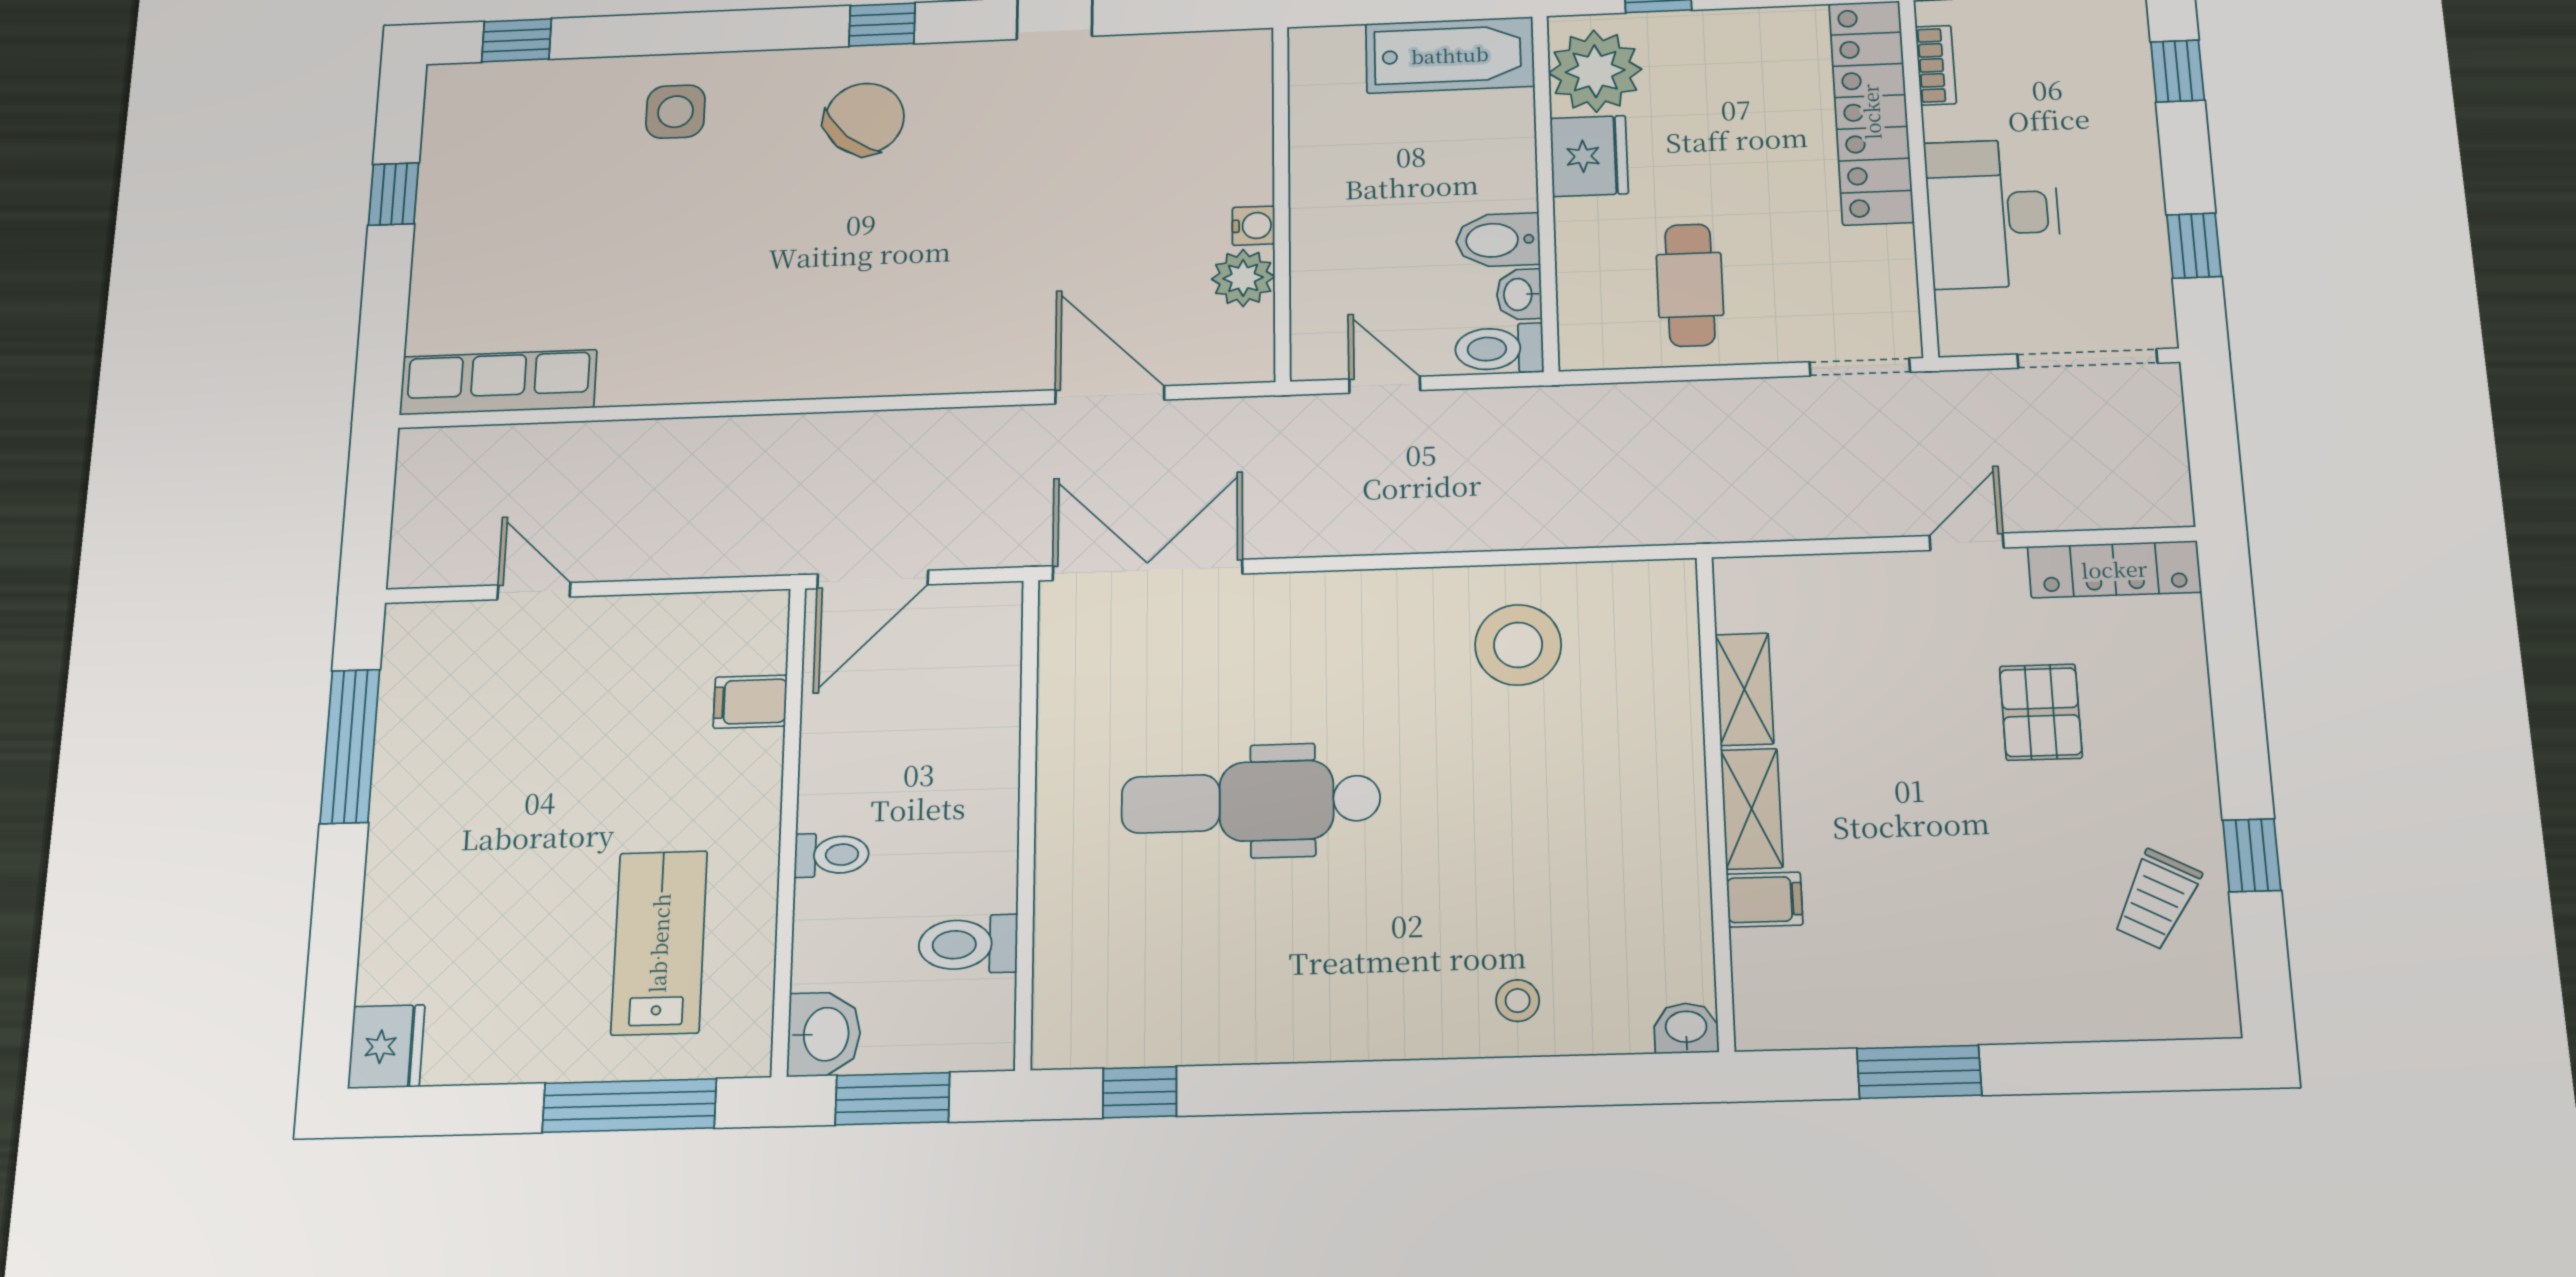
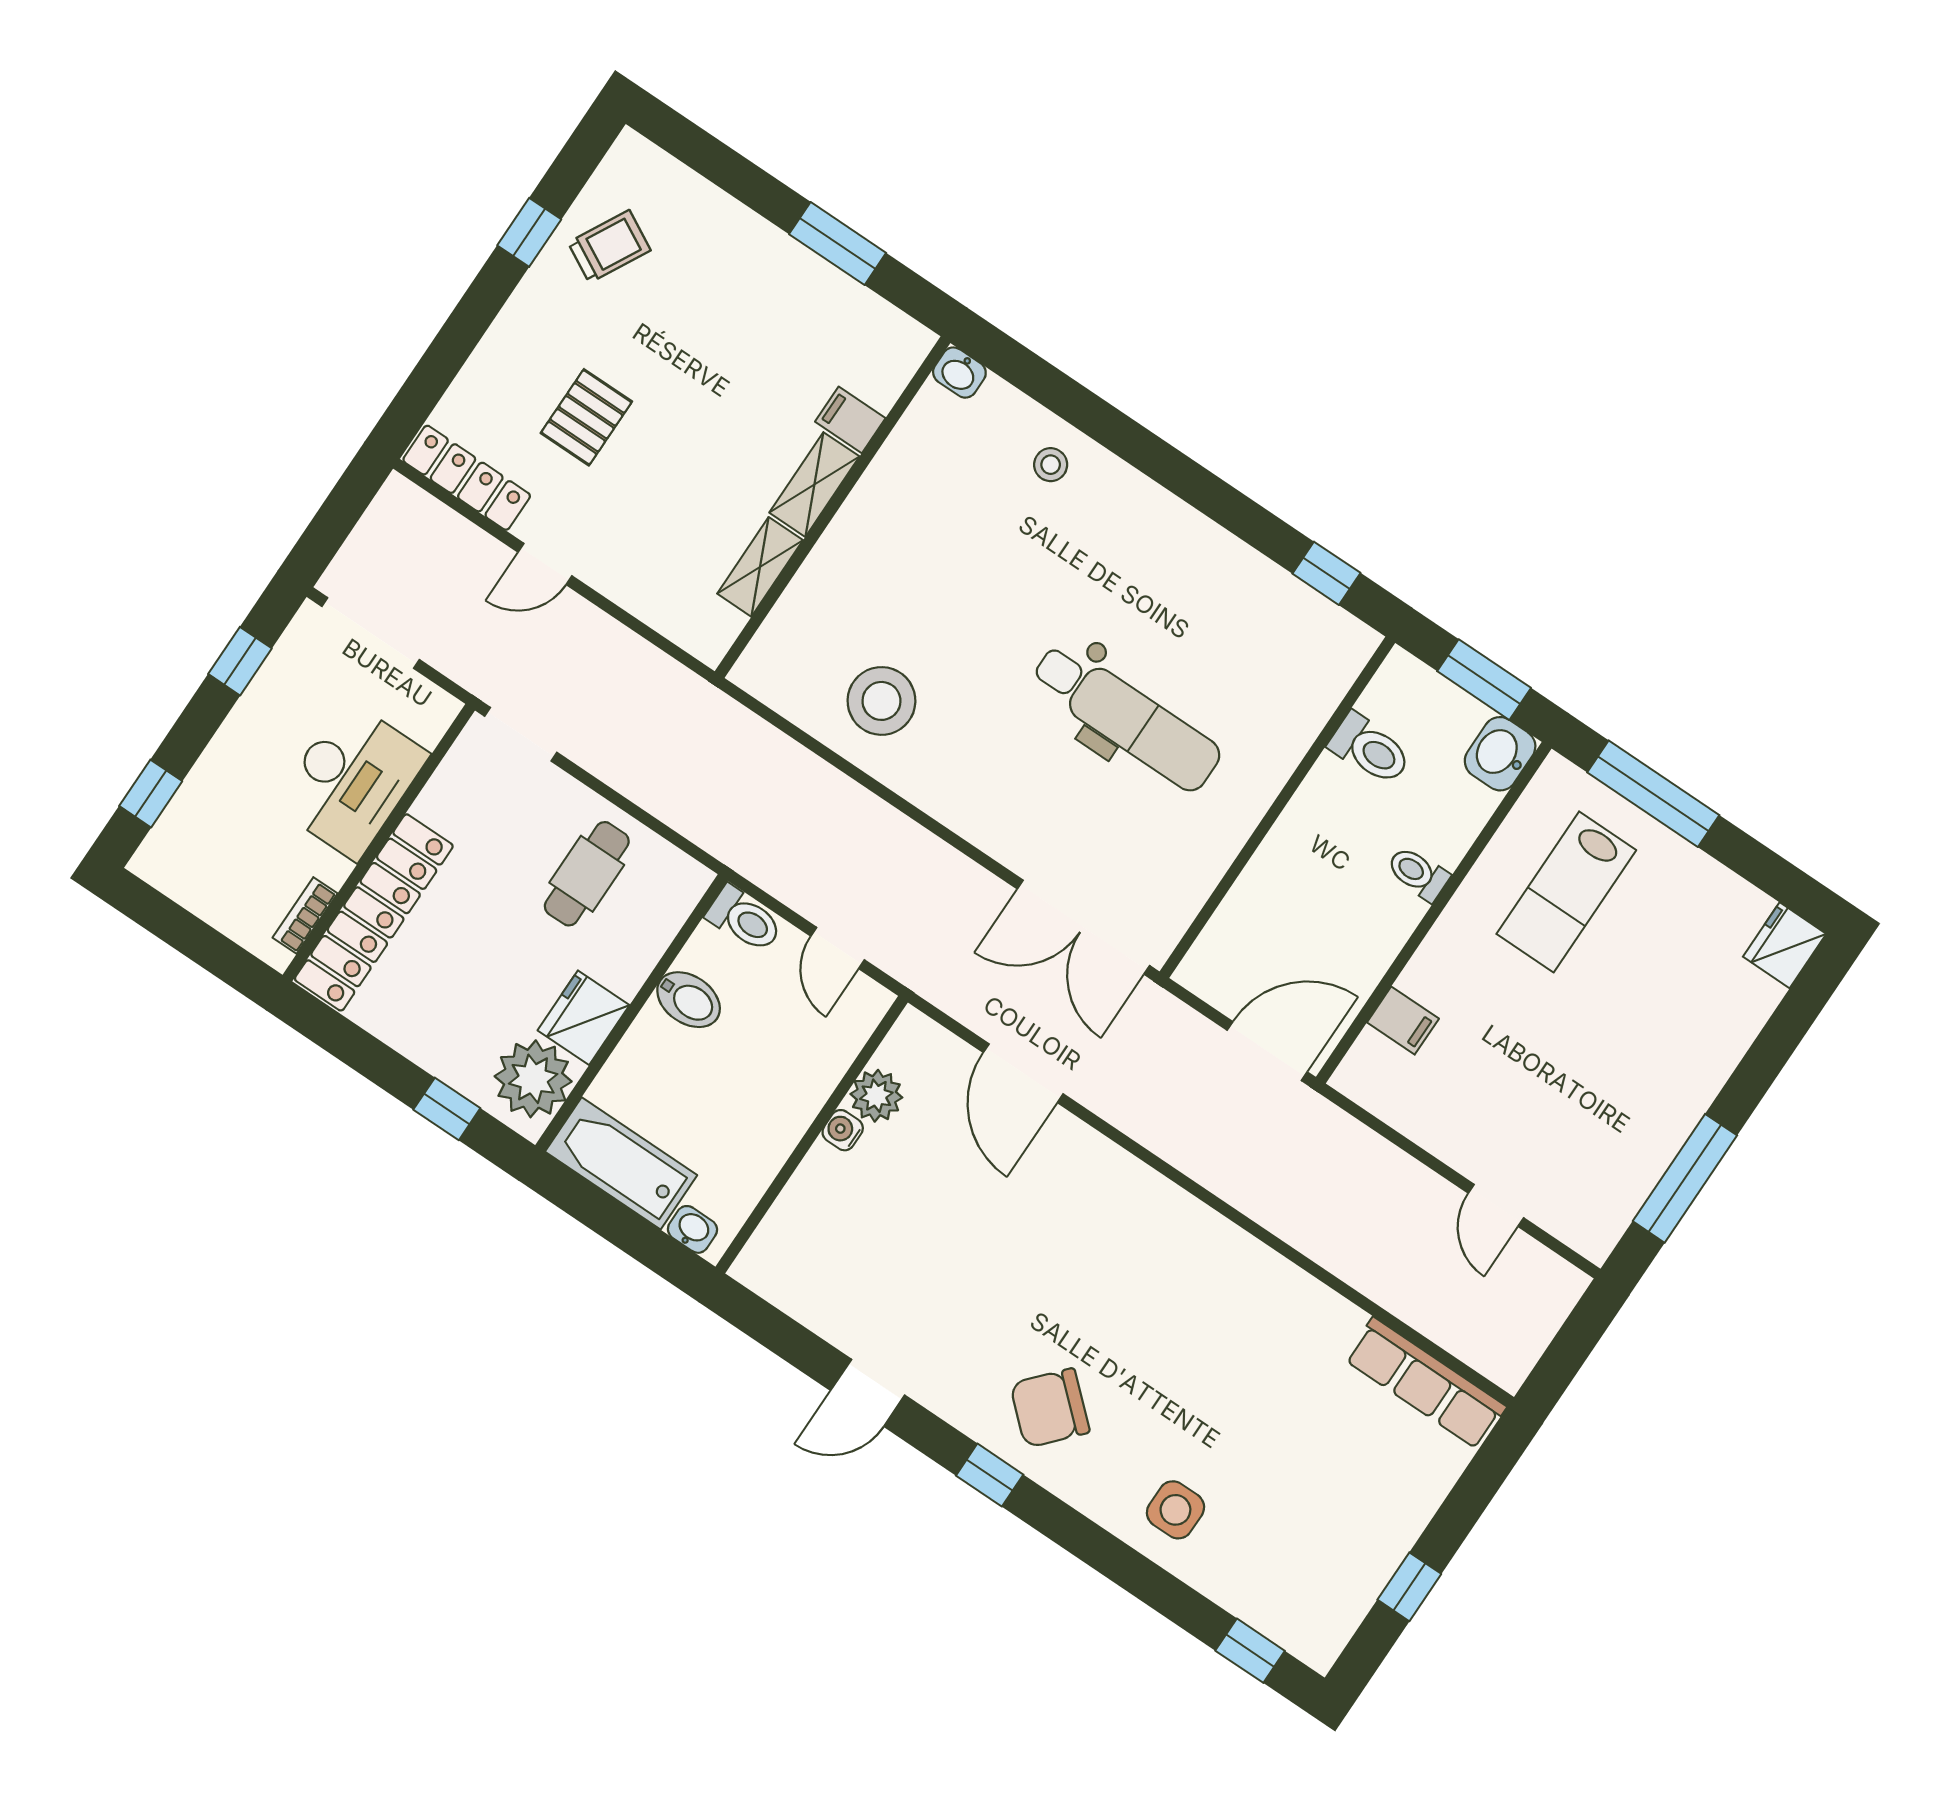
washbasin: (1519, 294) -> (692, 1229), moved, turned -90

